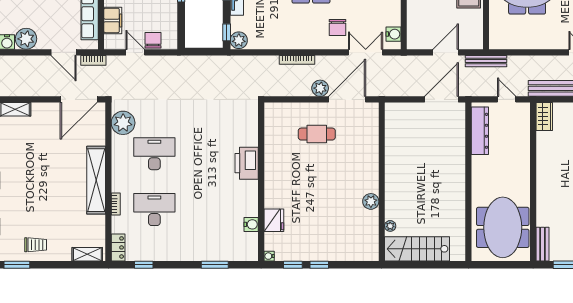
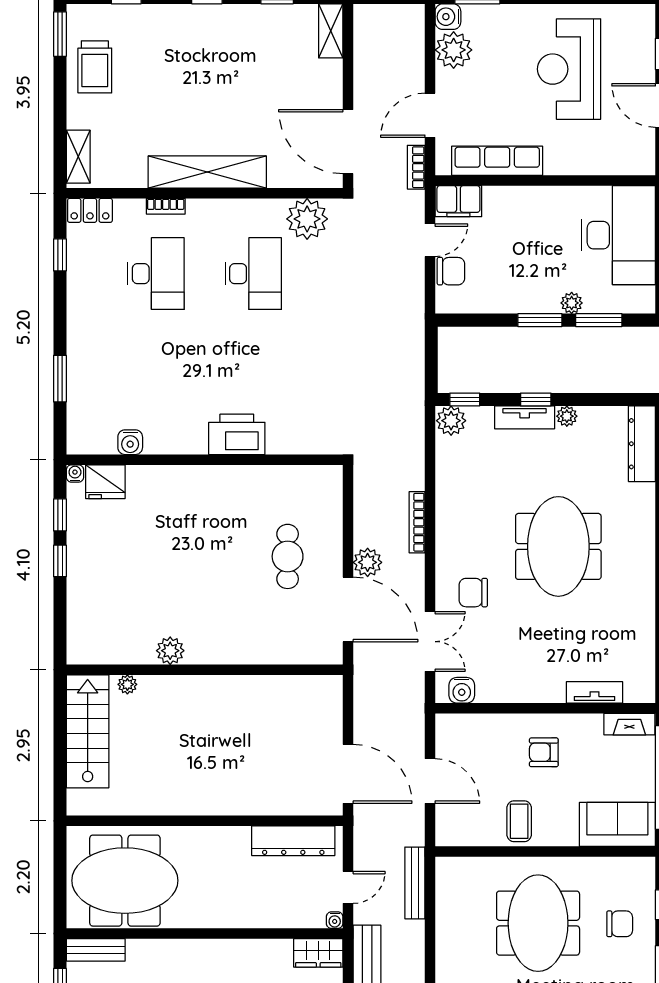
filing cabinet: (113, 20) -> (458, 201), moved
bench: (486, 61) -> (415, 883), moved
water cooler: (525, 107) -> (335, 920), added
fridge: (274, 220) -> (105, 482), moved
trolley: (36, 245) -> (95, 67), width x1.36, depth x1.39

